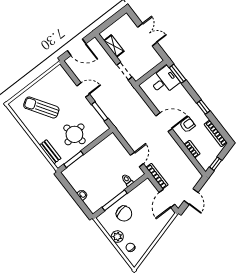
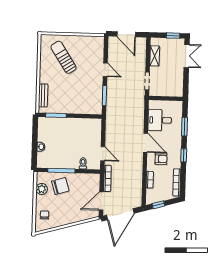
window: (115, 17) -> (173, 36), added
double door: (147, 35) -> (187, 56), moved
window: (178, 74) -> (185, 127), moved
desk: (164, 81) -> (160, 120), moved, turned 180
round table: (74, 134) -> (72, 97), removed
door: (137, 159) -> (103, 154), hinge flipped
door: (191, 197) -> (120, 214), width x1.88
chair: (124, 214) -> (60, 186), turned -94
plant: (117, 237) -> (42, 189), moved

